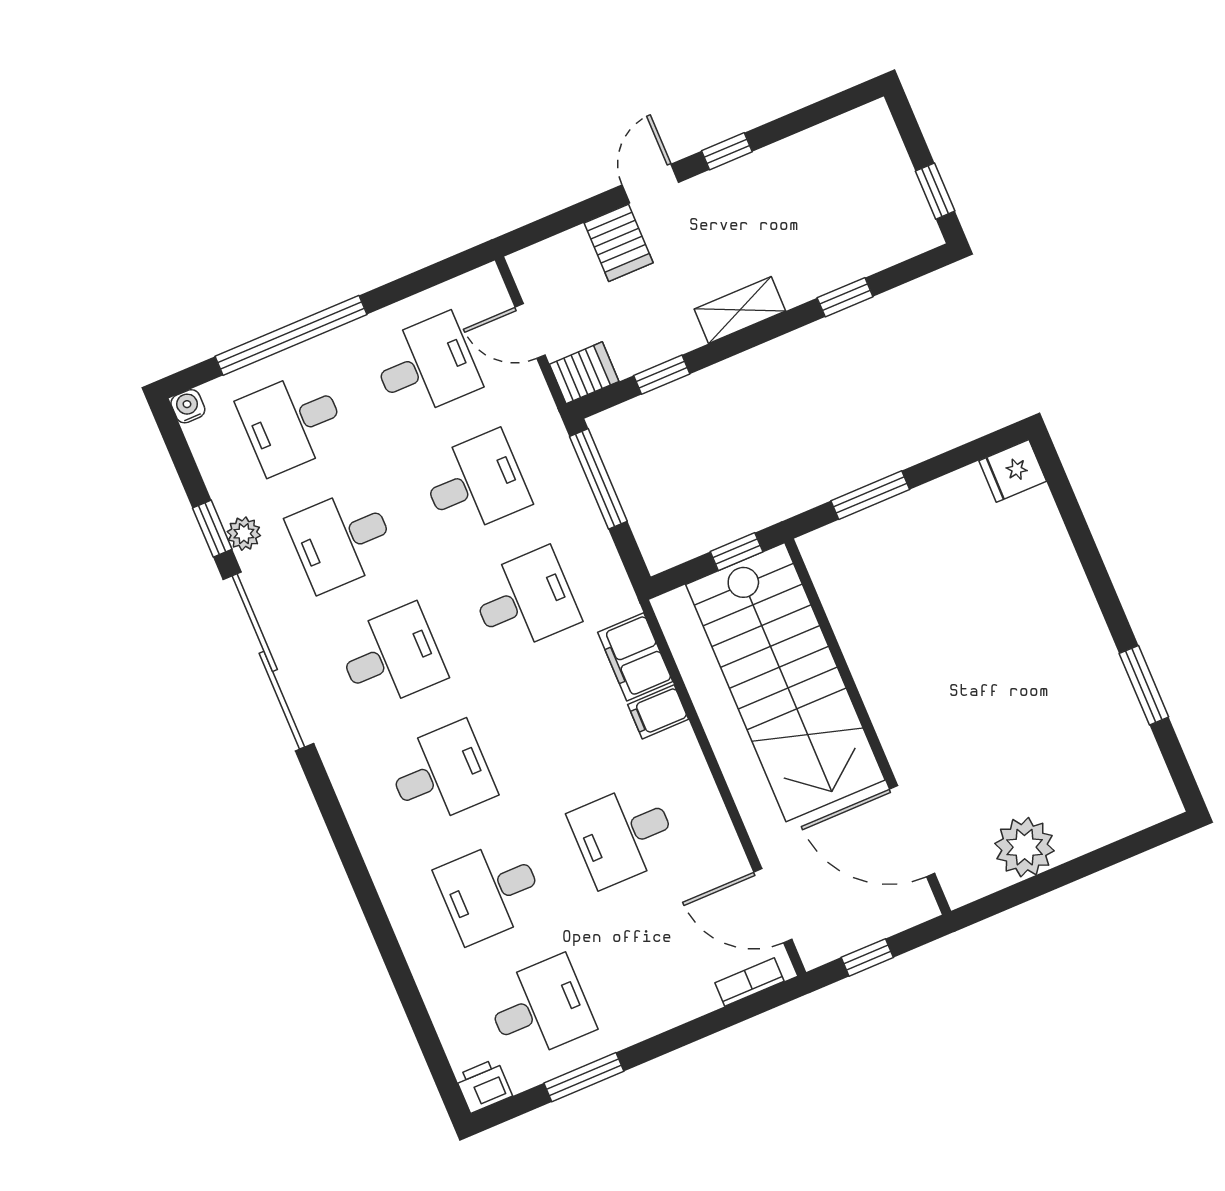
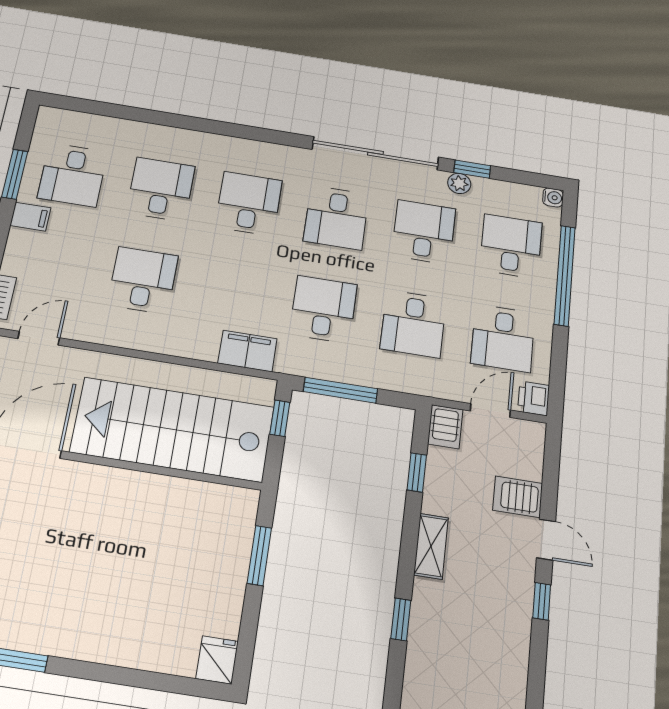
window: (598, 479) -> (341, 390), moved
window: (737, 552) -> (280, 418), moved
desk: (525, 600) -> (323, 309), turned 180
filing cabinet: (658, 712) -> (30, 217), moved, turned 90
desk: (441, 774) -> (249, 203), turned 180
door: (773, 906) -> (39, 338), width x0.73
printer: (484, 1086) -> (534, 398), moved, turned 180

